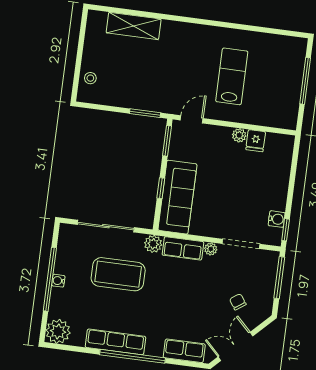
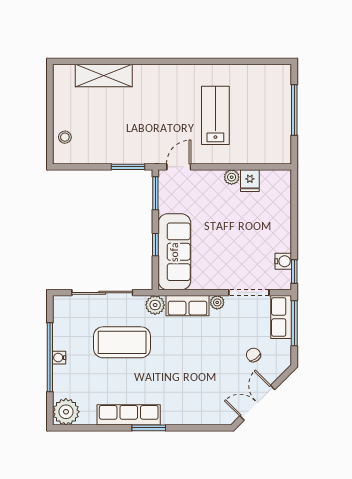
row of seats: (184, 351) -> (281, 317), moved, turned -90
window: (132, 356) -> (149, 428), width x0.47

